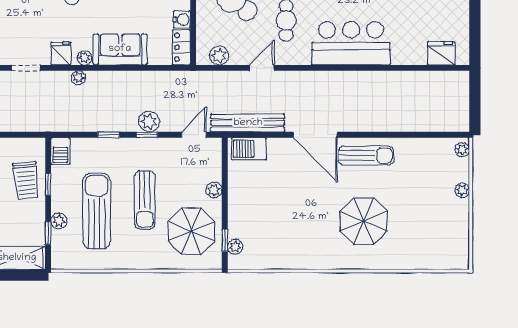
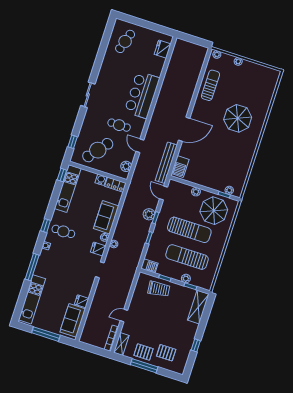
sun lounger: (366, 156) -> (210, 85), moved
sun lounger: (145, 200) -> (189, 230), width x1.36, depth x1.34

